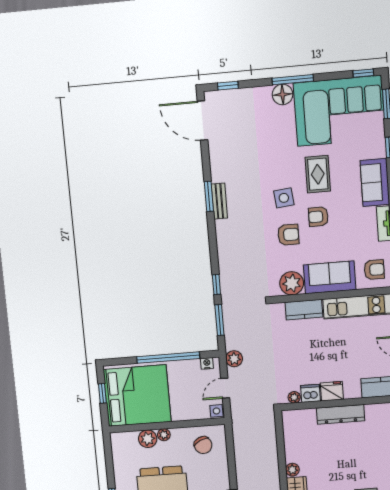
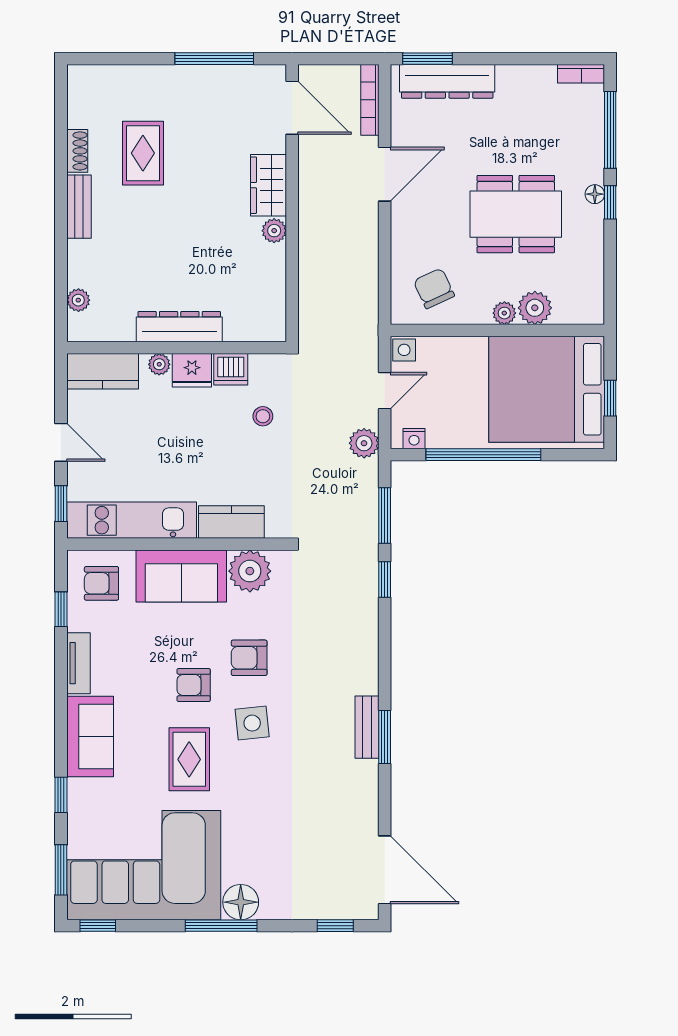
armchair: (318, 217) -> (194, 685), turned 180
stool: (291, 369) -> (263, 416), added
plant: (294, 397) -> (159, 364), moved

